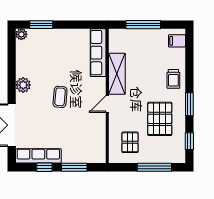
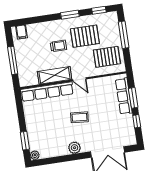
row of seats: (98, 53) -> (47, 92), width x1.36
trolley: (173, 79) -> (58, 46), moved
pallet: (130, 142) -> (107, 57), width x1.50, depth x1.42
row of seats: (38, 156) -> (124, 96), moved

